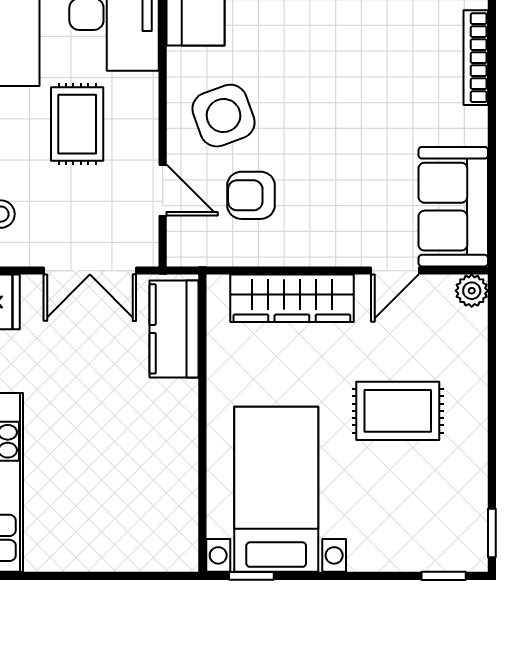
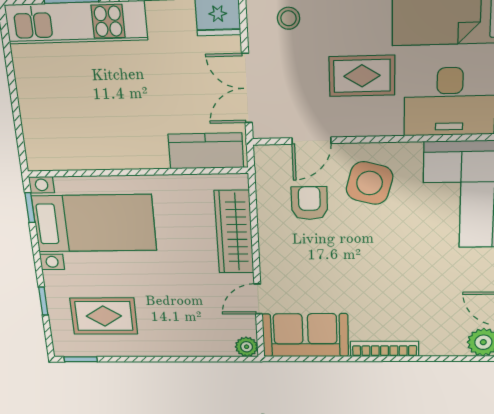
bookcase: (476, 58) -> (385, 349), moved
side table: (223, 116) -> (370, 183), turned 35
door: (395, 271) -> (258, 299), hinge flipped
rug: (398, 411) -> (104, 316), moved, turned 90
window: (444, 576) -> (43, 301), moved

